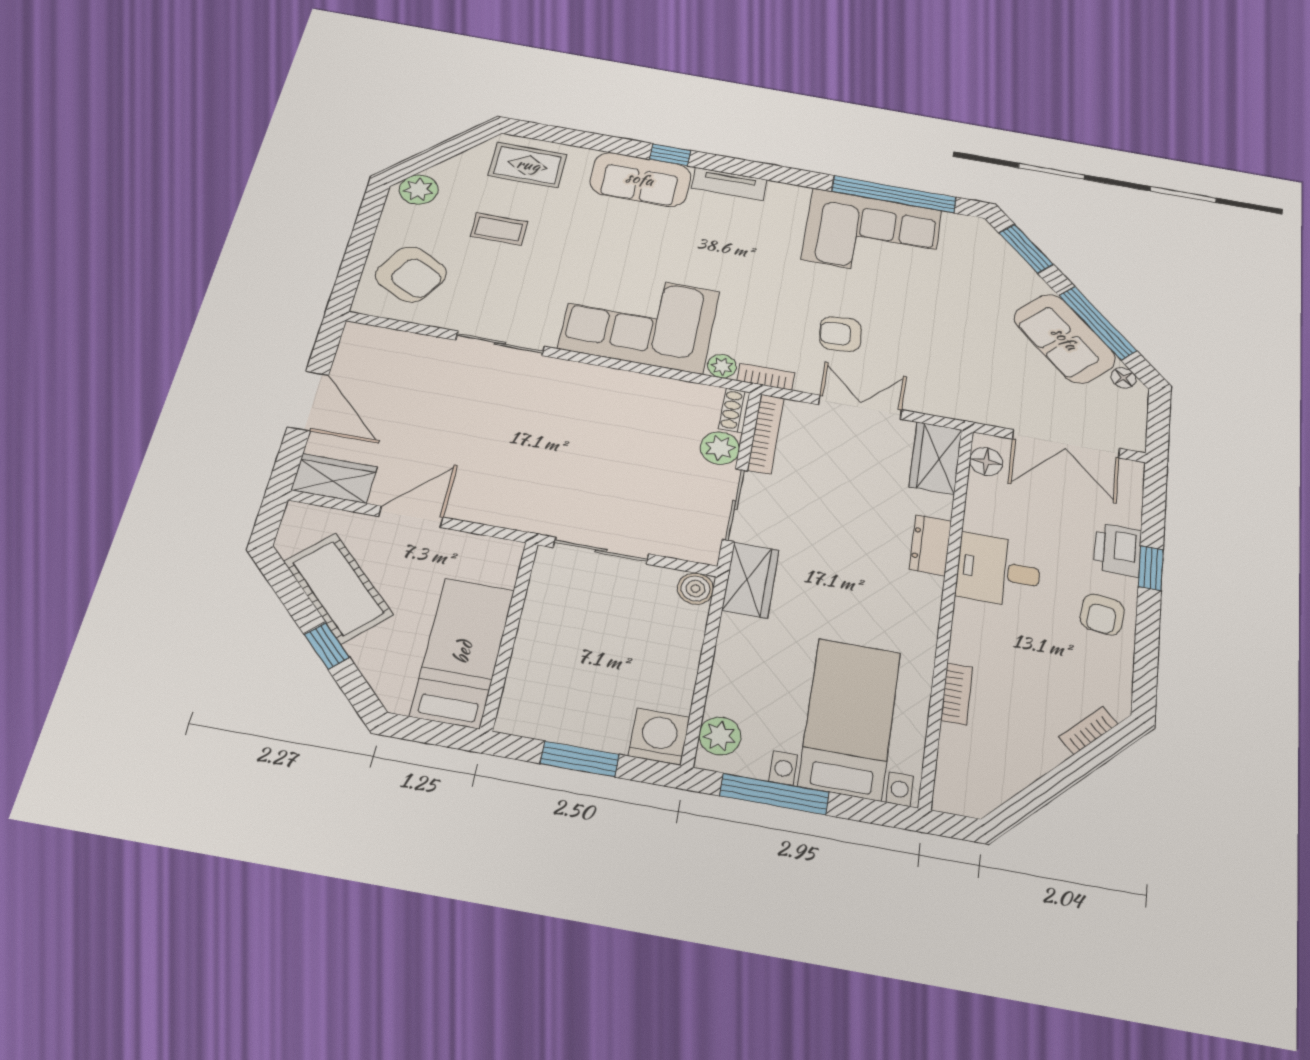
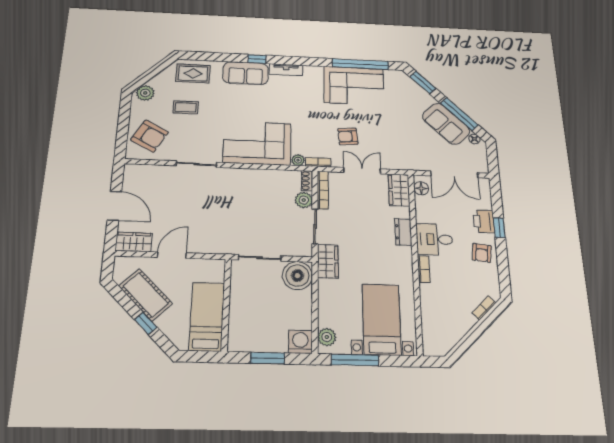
boiler: (695, 589) -> (297, 276), width x1.86, depth x1.86
bookcase: (957, 694) -> (424, 269), moved

